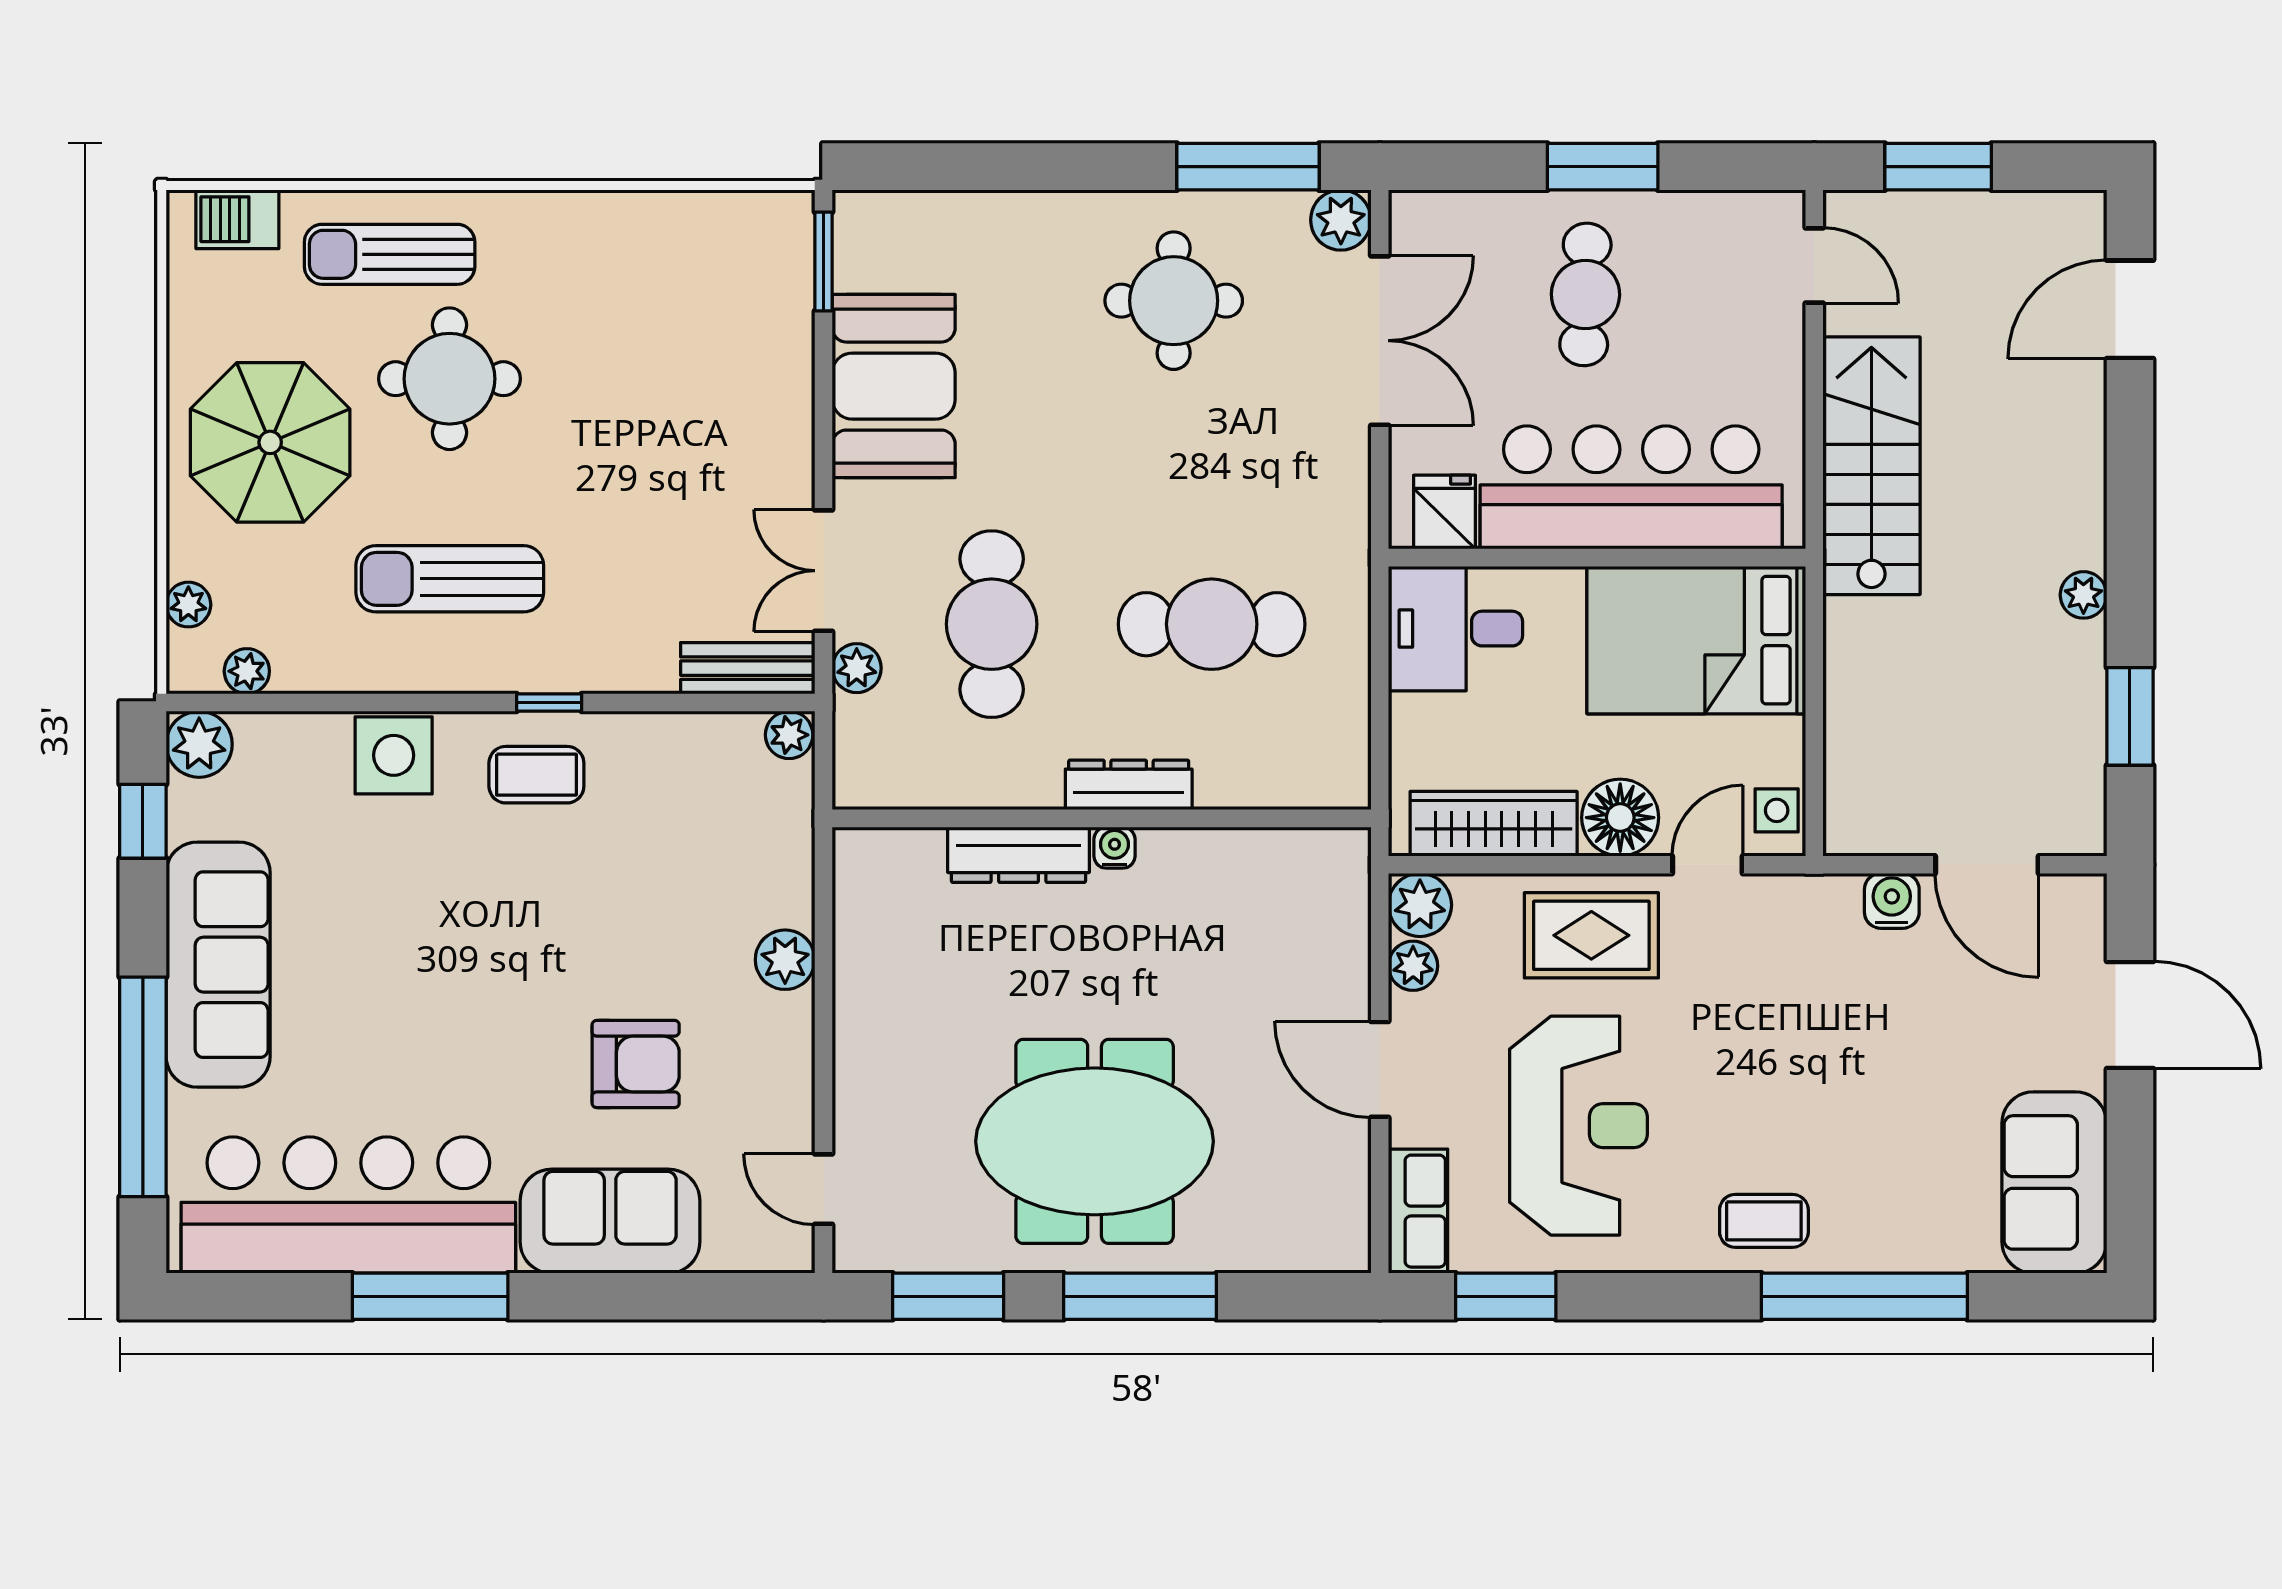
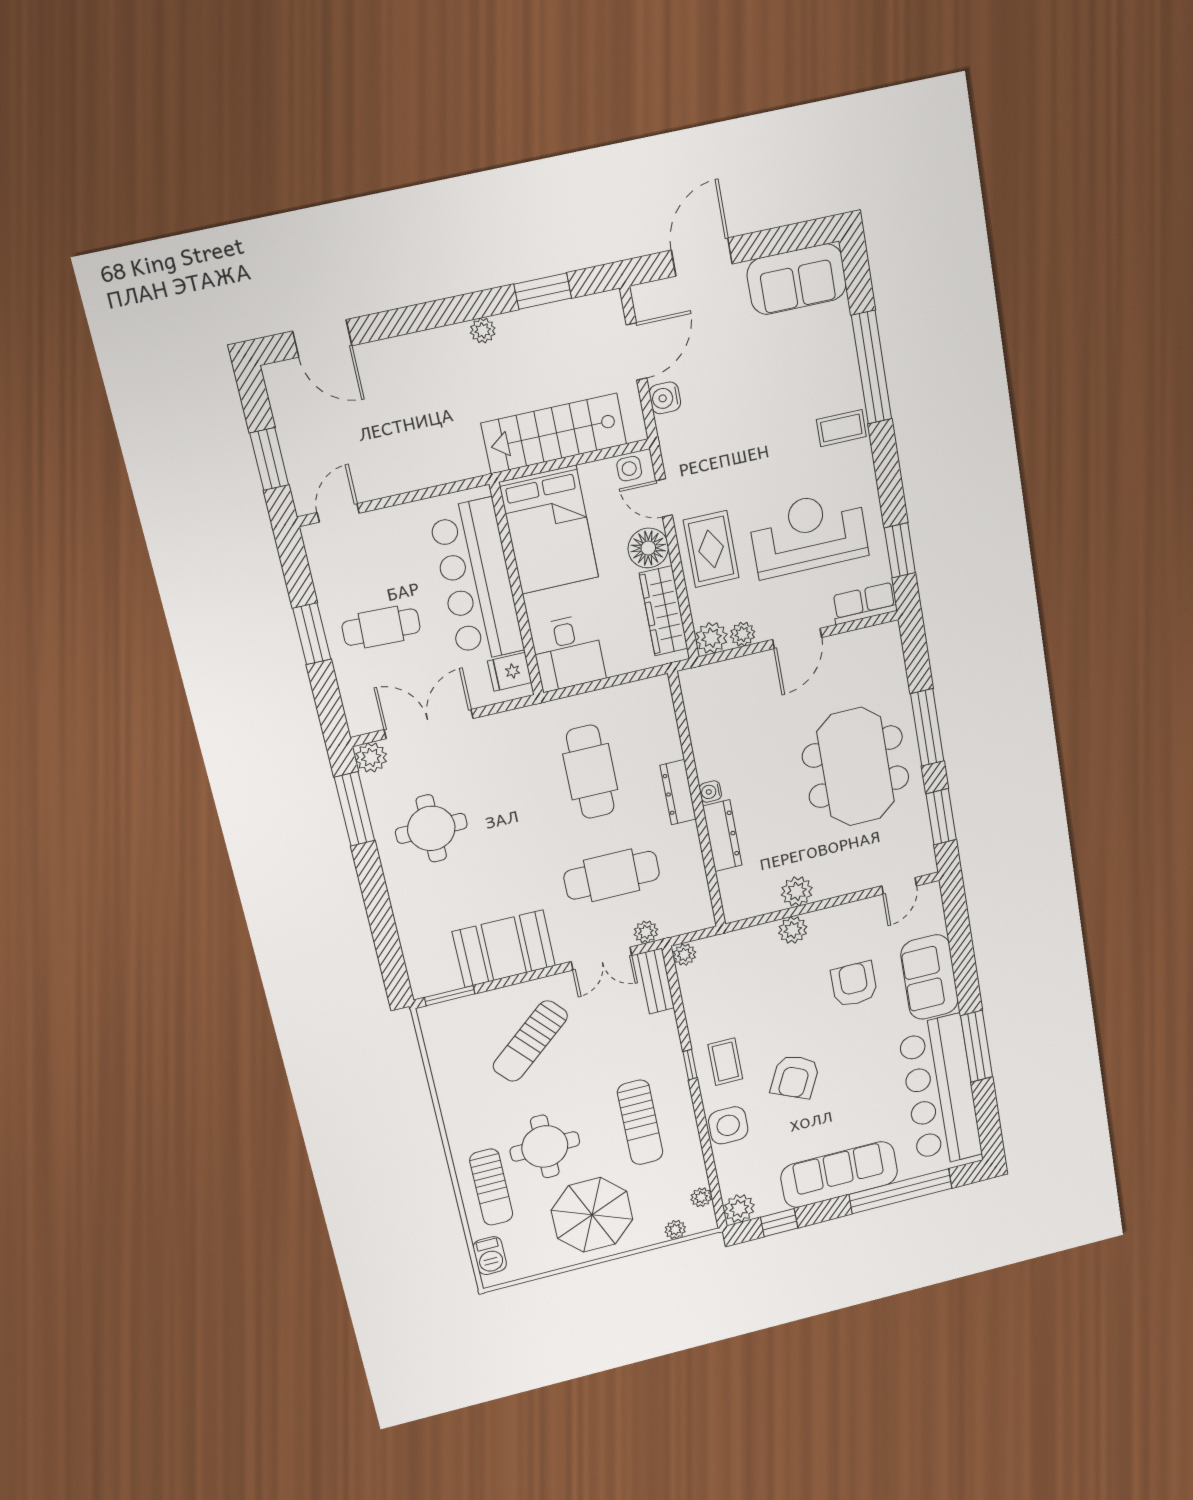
sun lounger: (686, 397) -> (530, 1041), added
stairs: (1871, 466) -> (554, 434), moved
armchair: (464, 910) -> (795, 1077), added
plant: (865, 982) -> (797, 891), added
coffee table: (1764, 1221) -> (841, 428), turned 90

